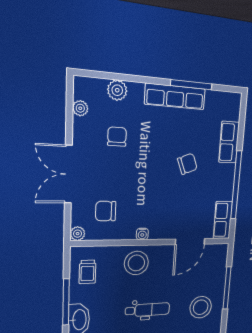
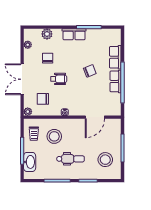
row of seats: (175, 97) -> (74, 34), width x0.68
wheelchair: (135, 176) -> (59, 79), added
row of seats: (223, 220) -> (116, 81), moved
stool: (136, 263) -> (54, 136), moved

